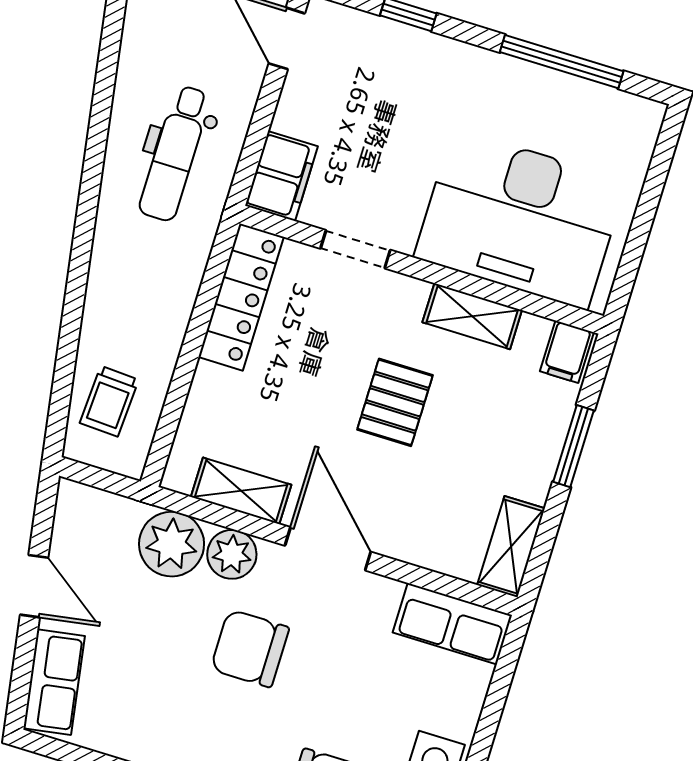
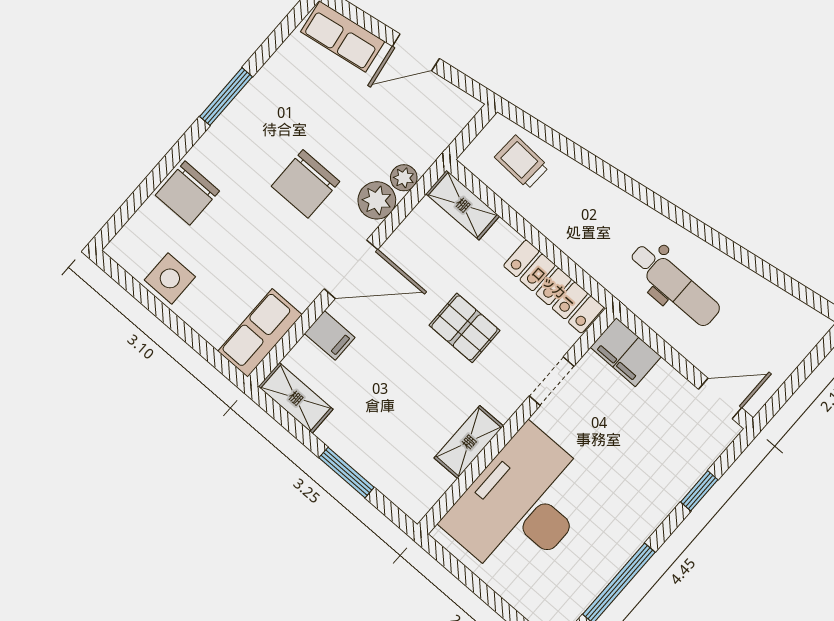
dental chair: (175, 153) -> (675, 285), turned 180
filing cabinet: (567, 352) -> (330, 335), moved, turned 180
pallet: (395, 402) -> (464, 328), moved
shelving: (241, 491) -> (463, 205), moved, turned 90
plant: (172, 544) -> (404, 178), width x0.53, depth x0.53
chair: (250, 648) -> (305, 184), turned 180

